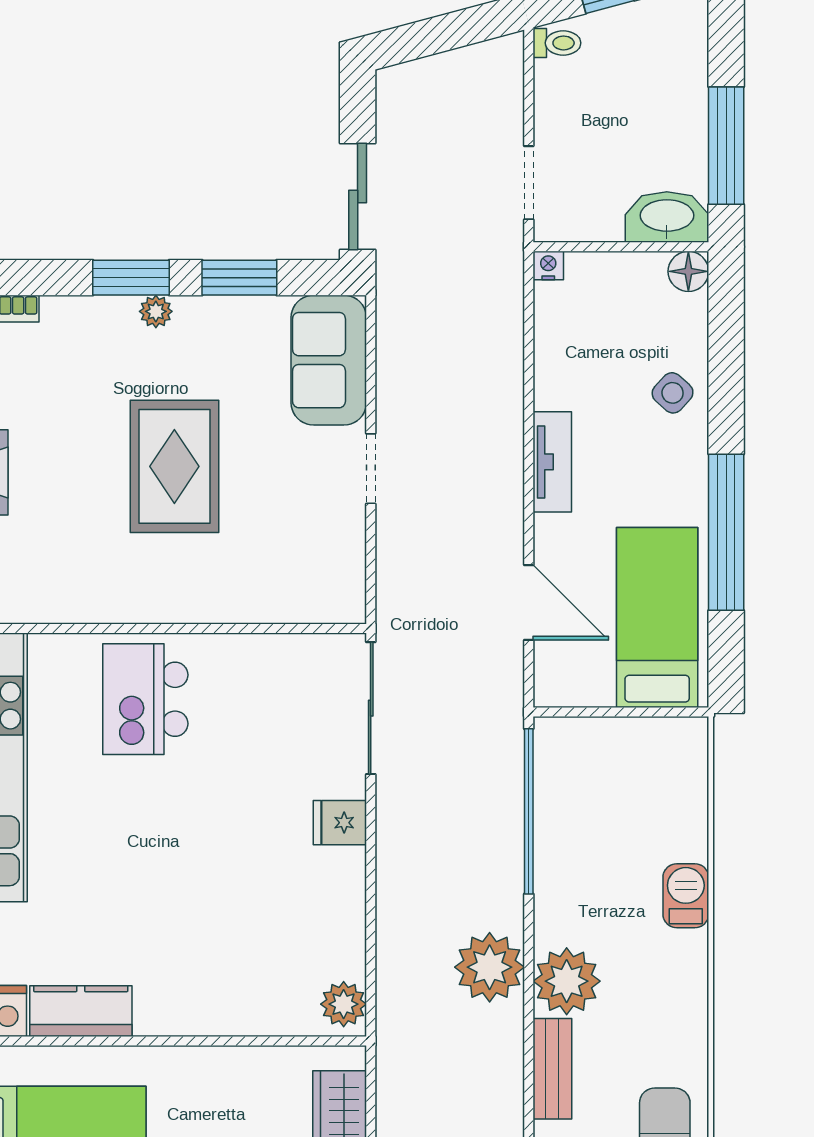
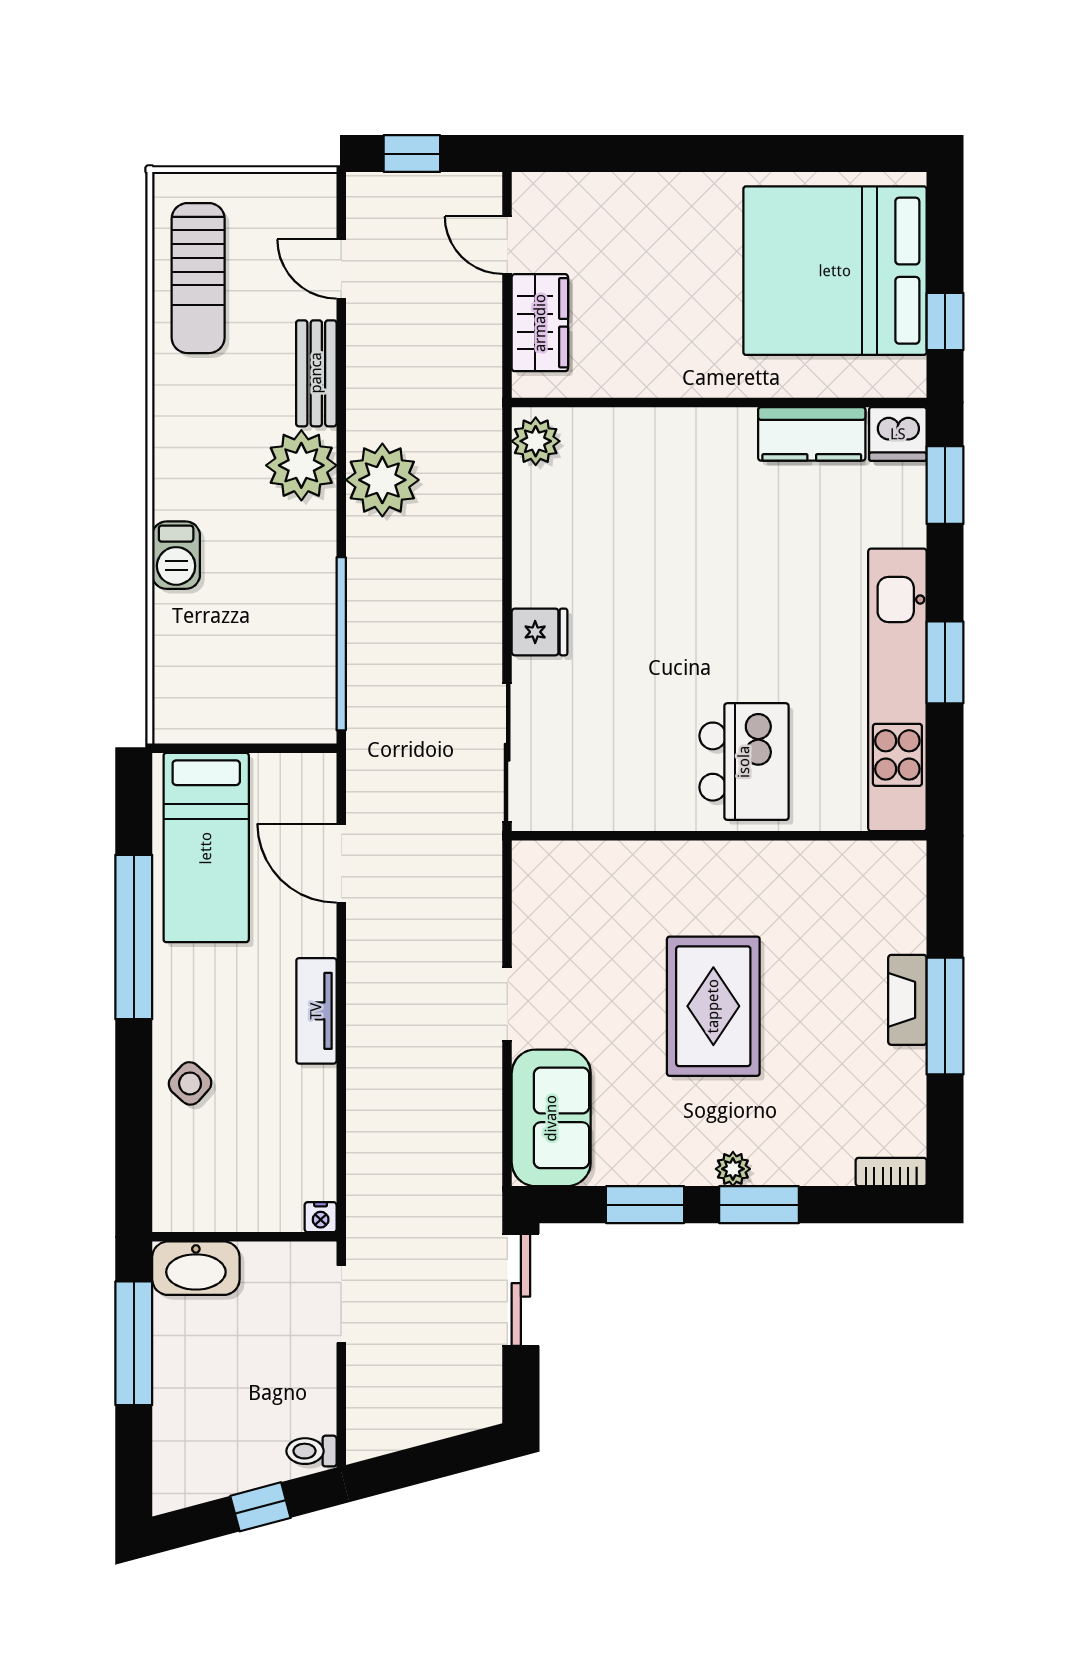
floor lamp: (688, 271) -> (173, 1211), removed

